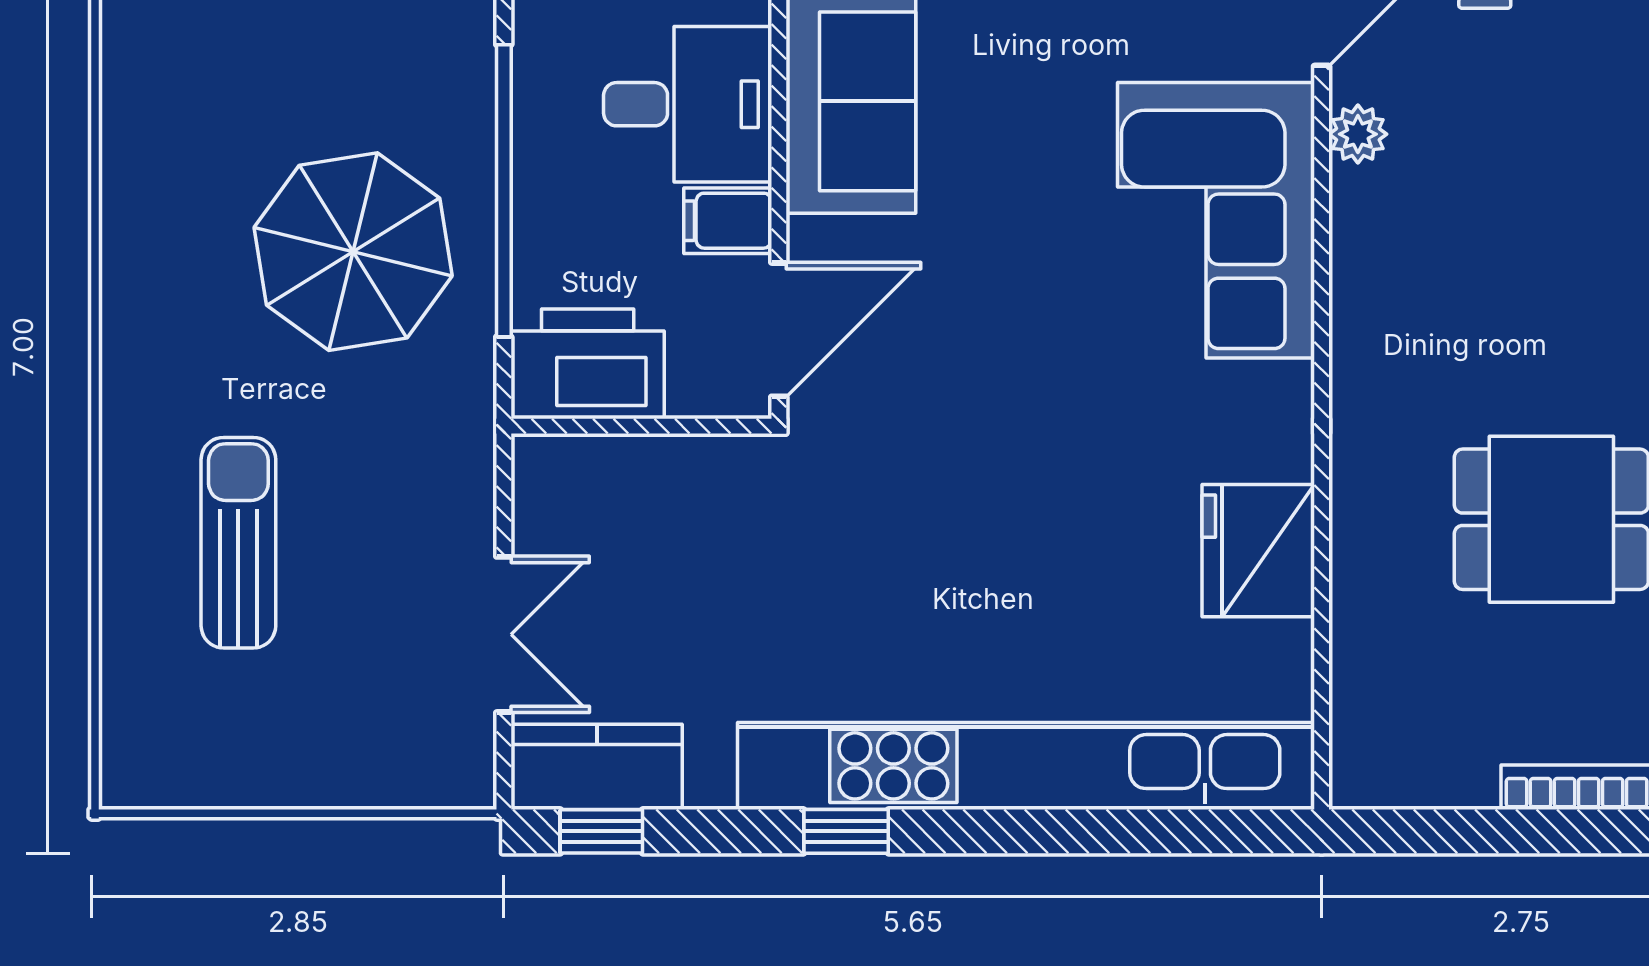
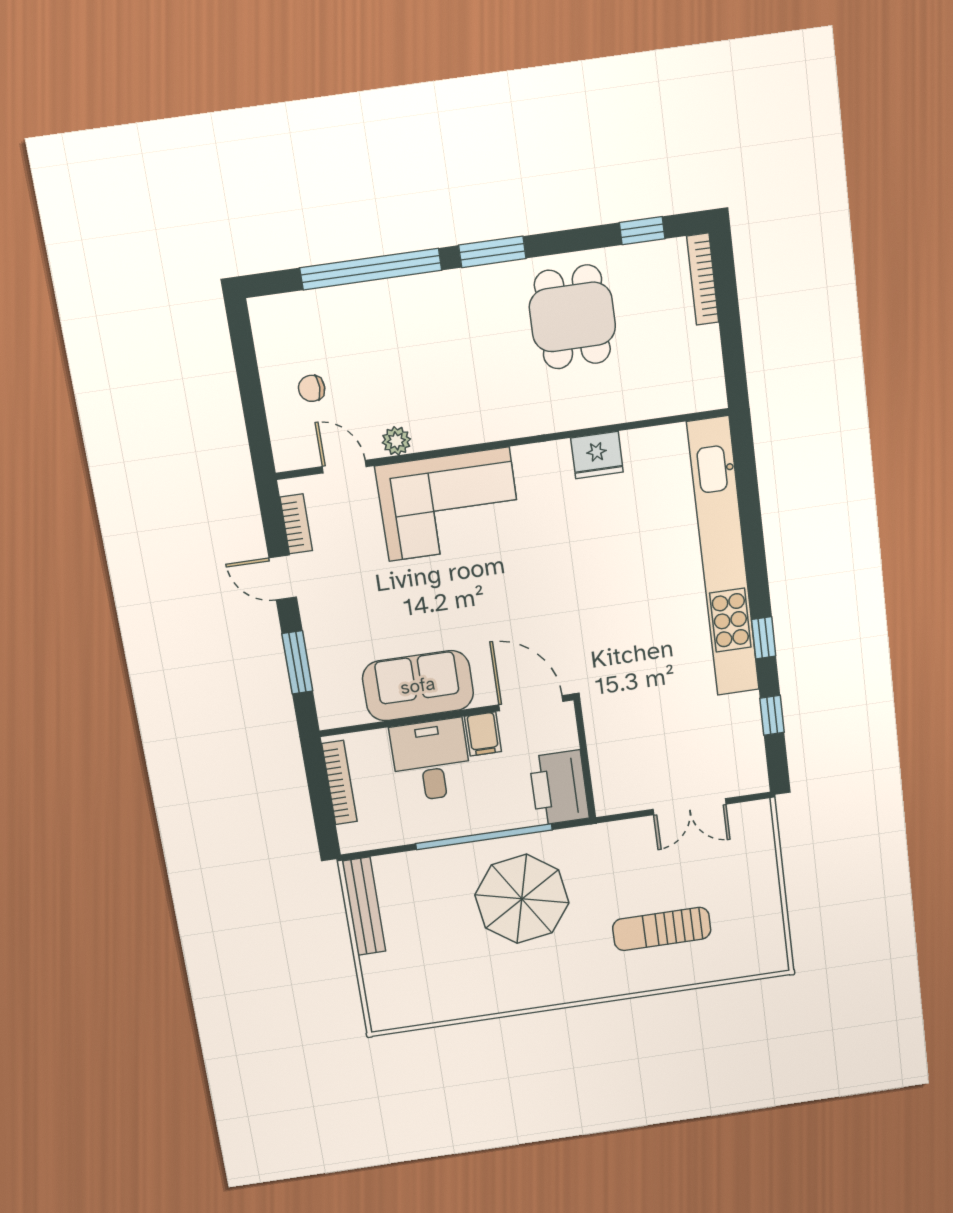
fridge: (1258, 551) -> (597, 455), width x0.73, depth x0.75
double door: (504, 634) -> (689, 807), swing flipped
kitchen counter: (597, 767) -> (746, 756), removed
window: (601, 831) -> (772, 715), moved

